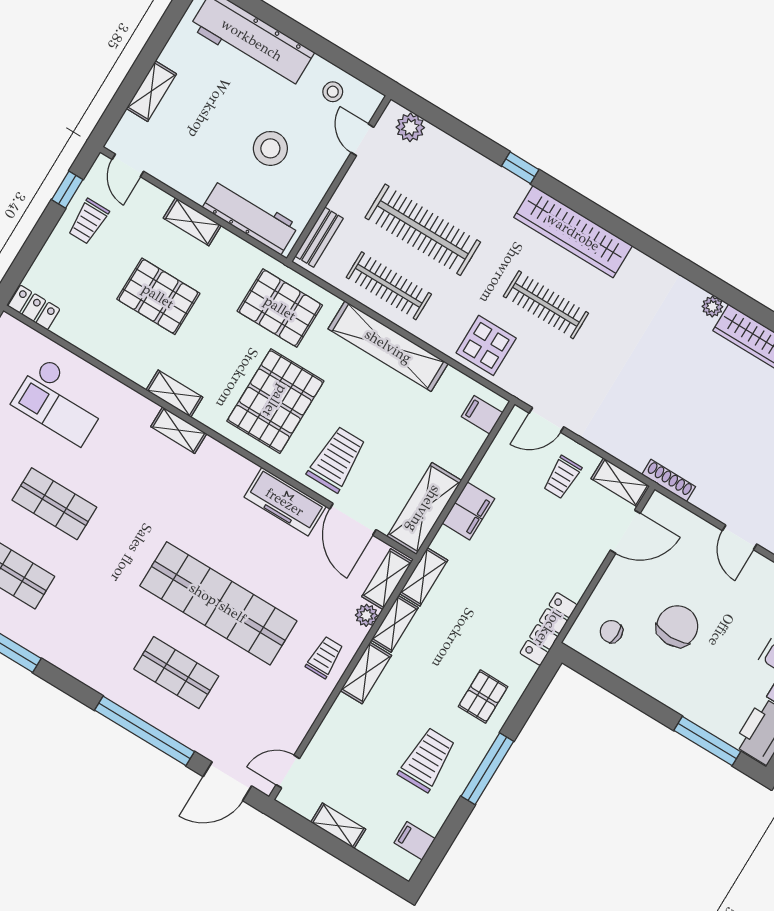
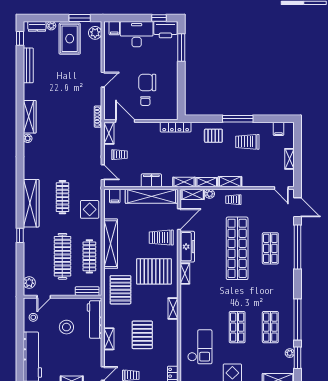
shelving: (179, 430) -> (185, 274), moved
shelving: (424, 509) -> (152, 196), width x1.47
chair: (611, 632) -> (145, 101), moved

